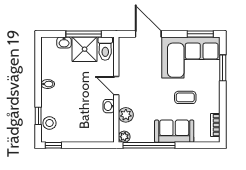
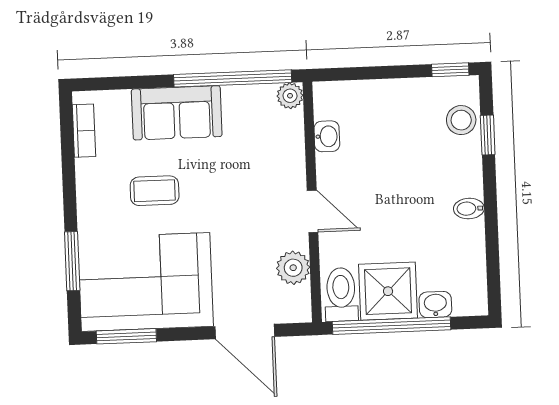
window: (84, 34) -> (392, 326), width x1.46
washbasin: (109, 106) -> (327, 136), moved
plant: (126, 115) -> (293, 268), moved

